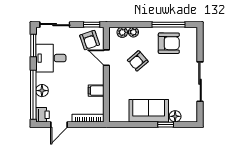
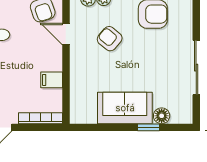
armchair: (138, 61) -> (110, 39), turned 81

